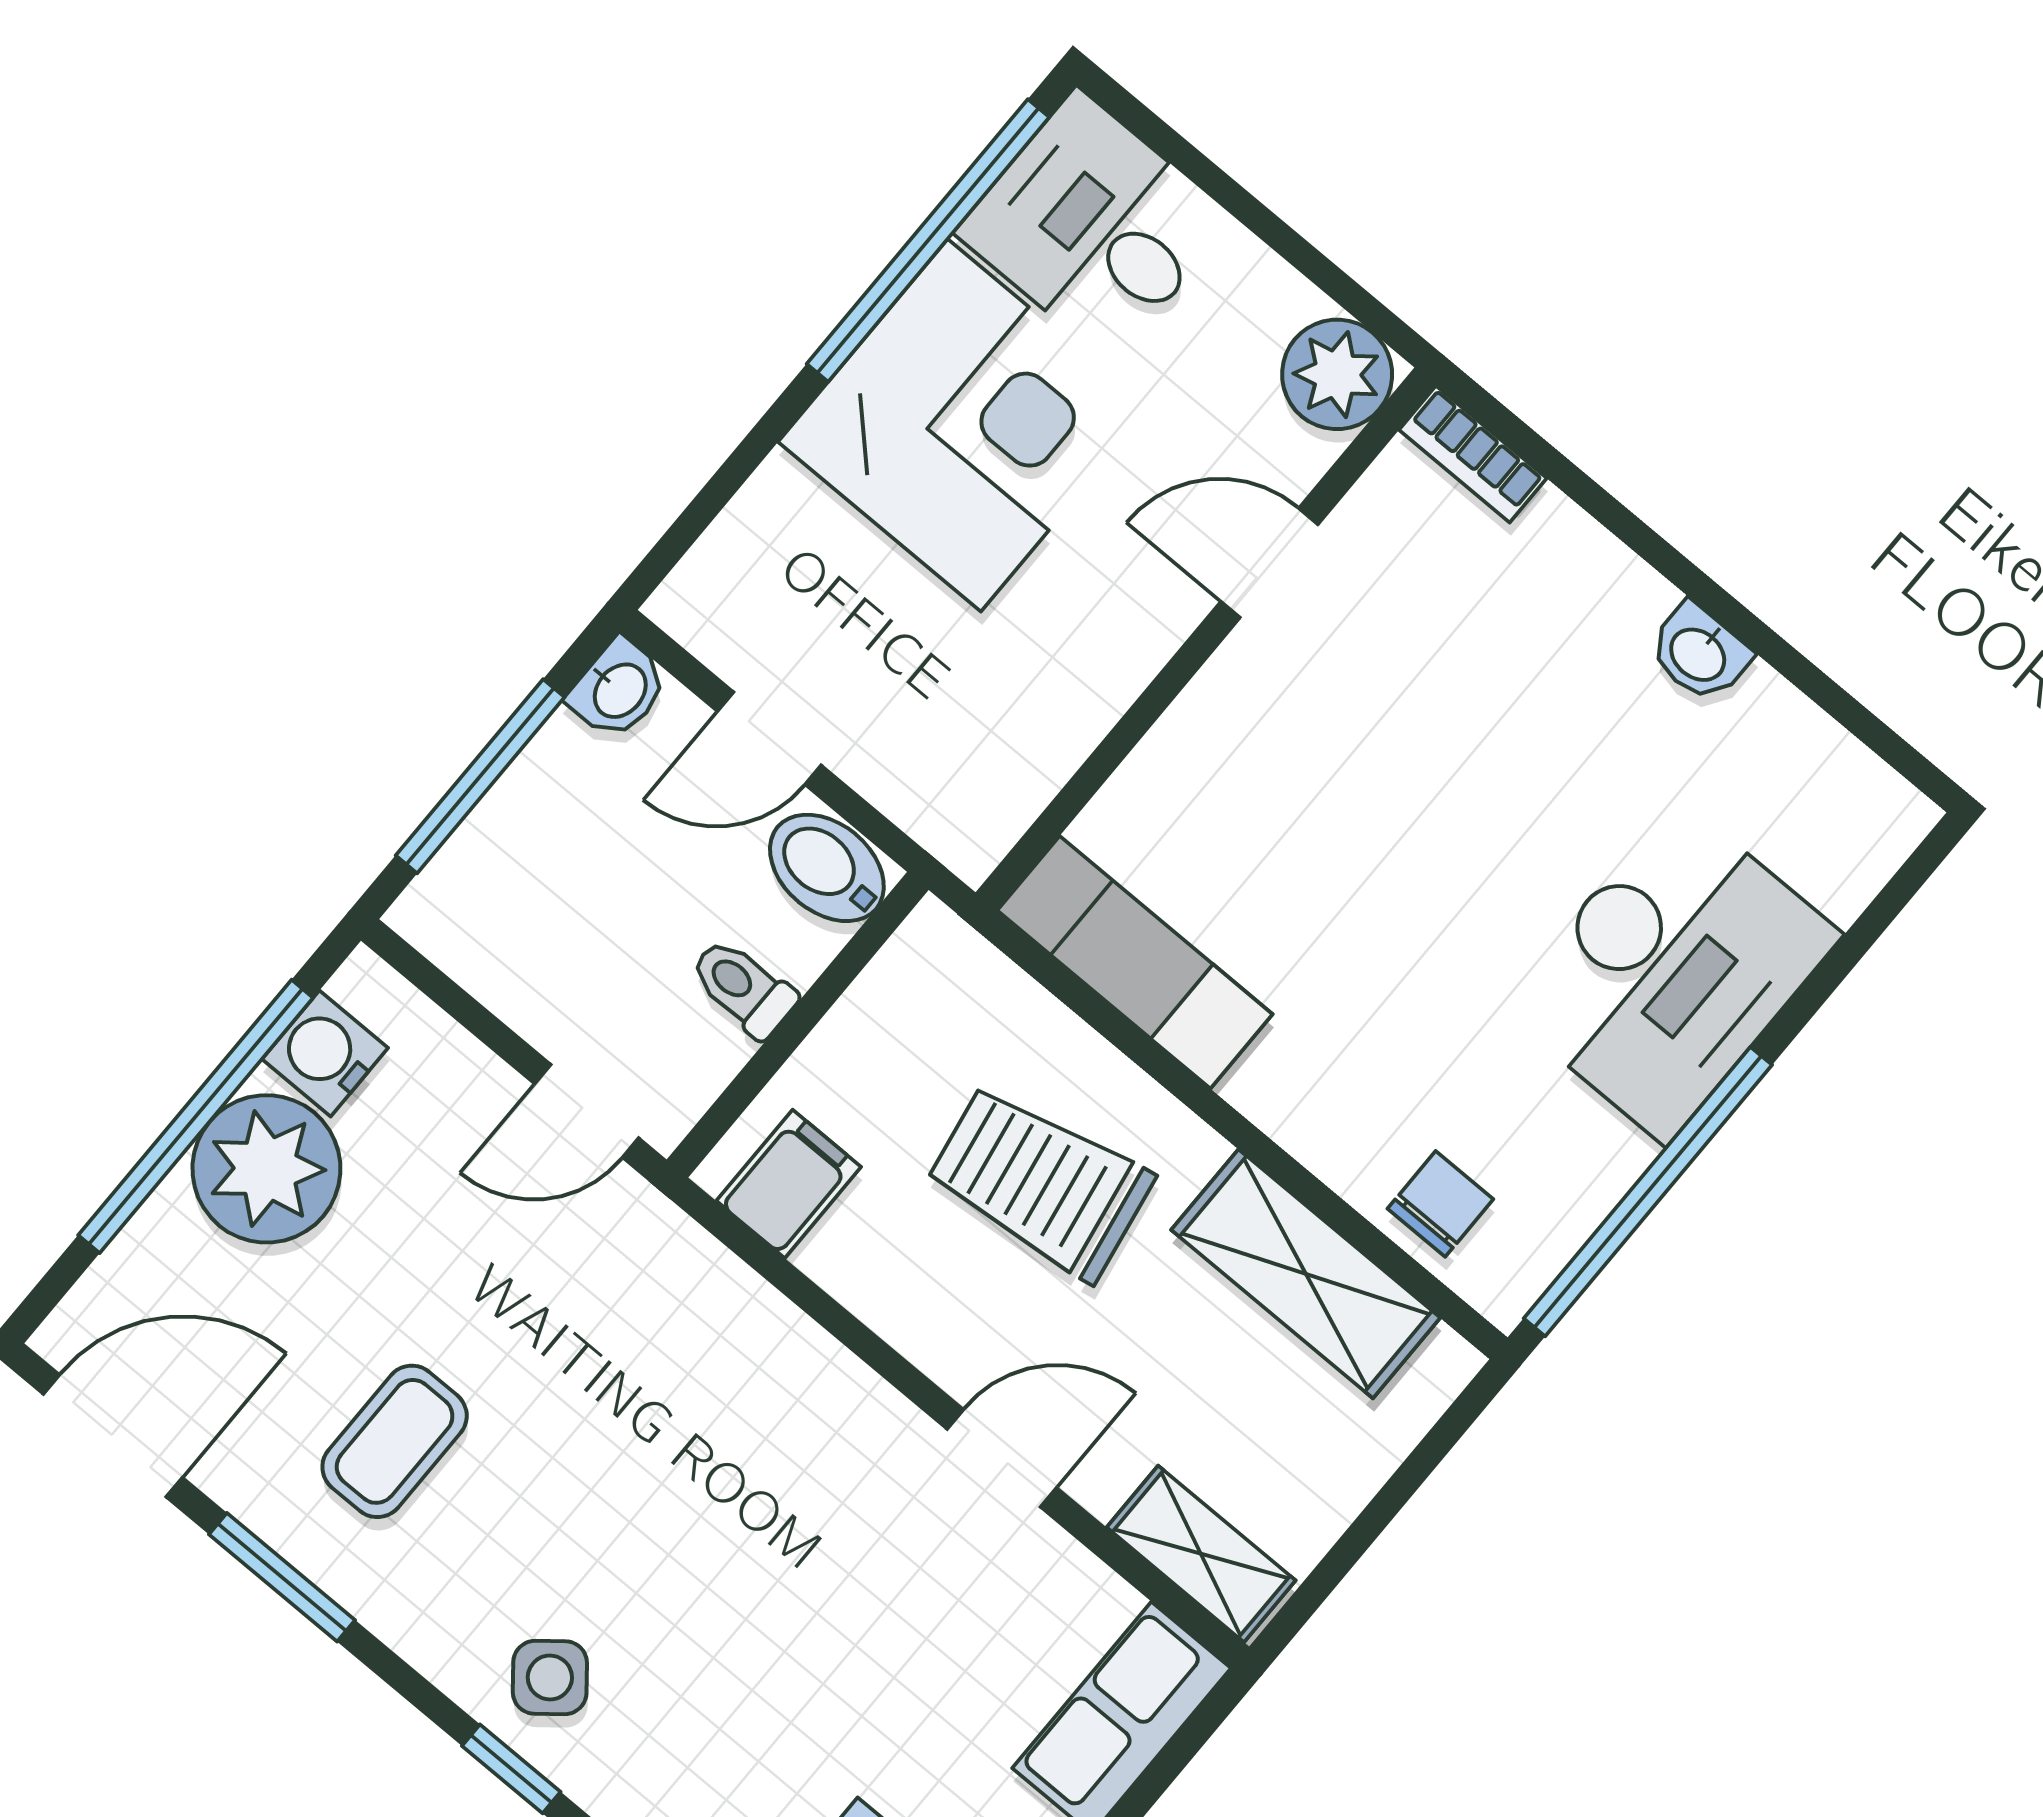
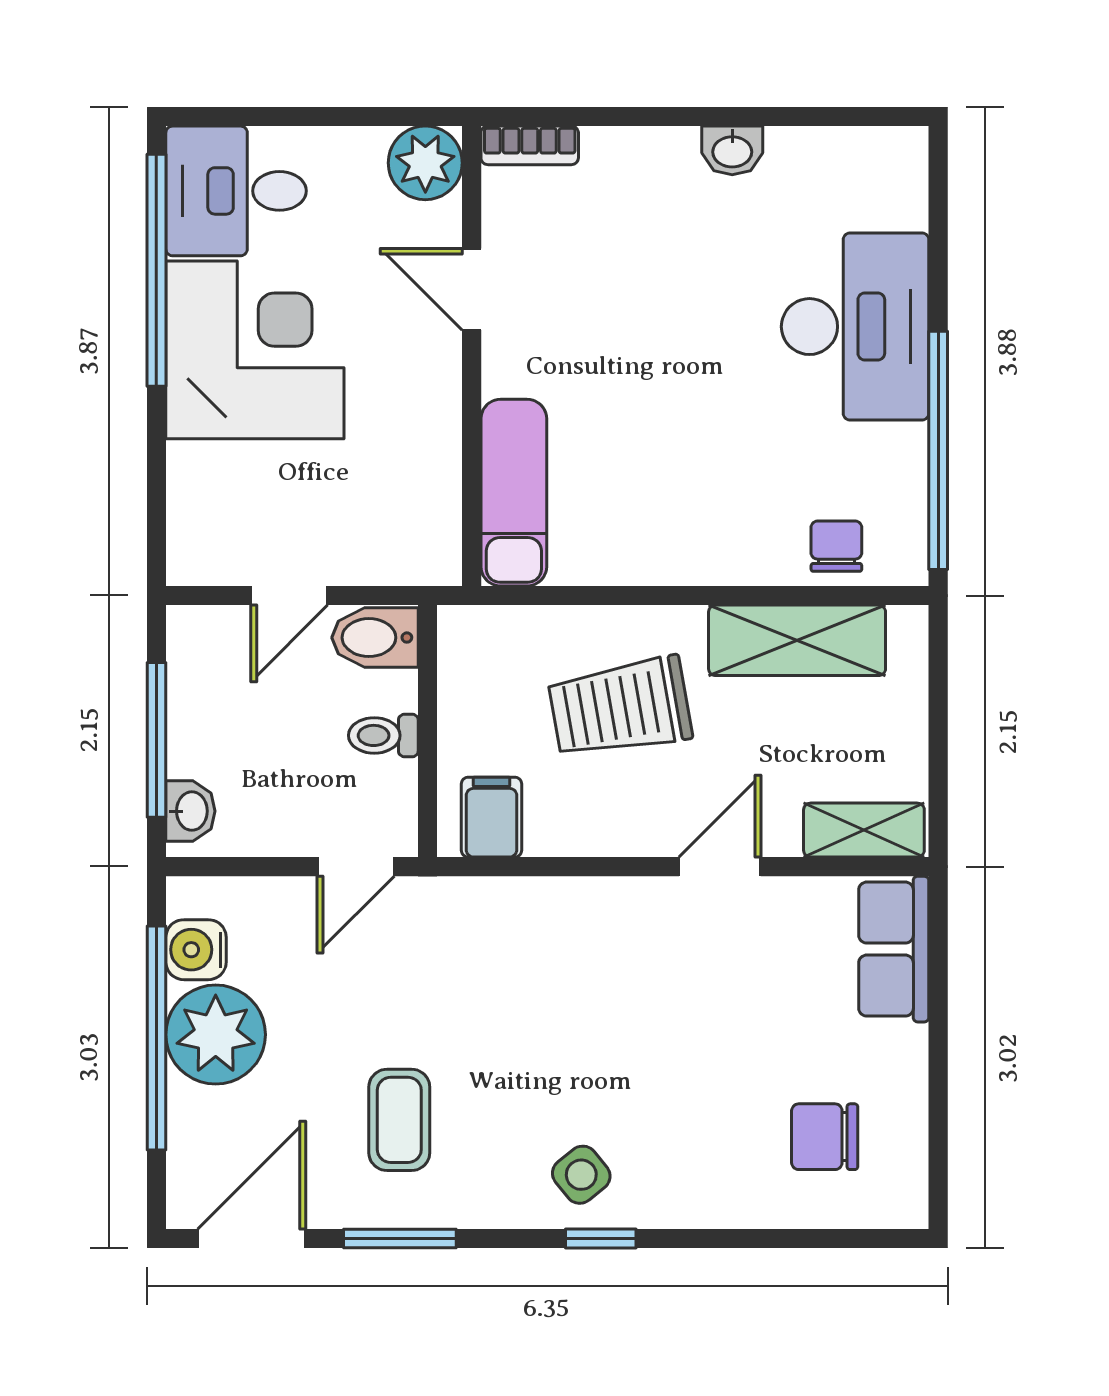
door: (1269, 563) -> (472, 289), hinge flipped
washbasin: (619, 689) -> (190, 811), moved
exam couch: (1135, 962) -> (514, 493), moved, turned 90

